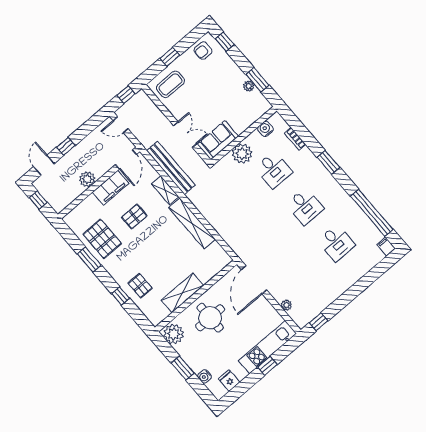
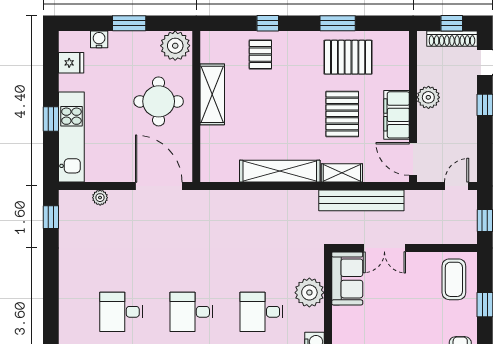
shoe rack: (46, 193) -> (452, 39), added
pallet: (134, 216) -> (342, 114), width x1.50, depth x1.42
pallet: (140, 286) -> (260, 55), turned 90

